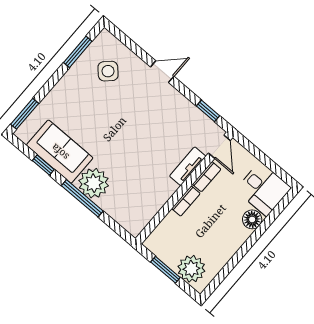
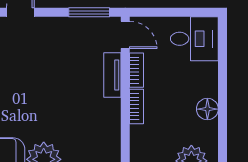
window: (208, 111) -> (89, 12), width x1.50
floor lamp: (252, 219) -> (207, 109), moved

